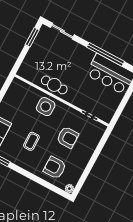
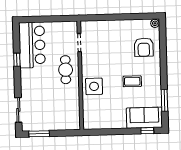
window: (106, 54) -> (17, 60), width x0.32
cafe table: (54, 85) -> (66, 70), moved
armchair: (68, 137) -> (110, 51), removed

